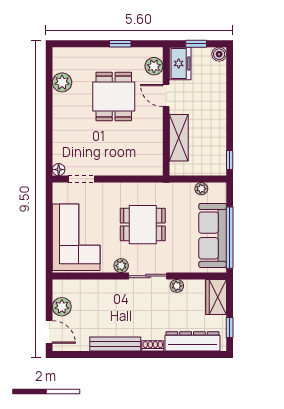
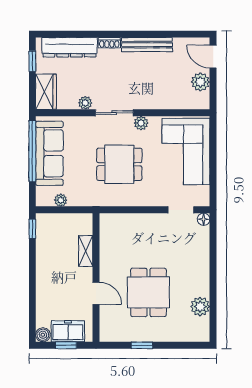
freezer: (180, 63) -> (68, 331), moved, turned 90
plant: (154, 66) -> (108, 323), removed
shelving: (179, 138) -> (86, 251), width x0.67, depth x0.75

